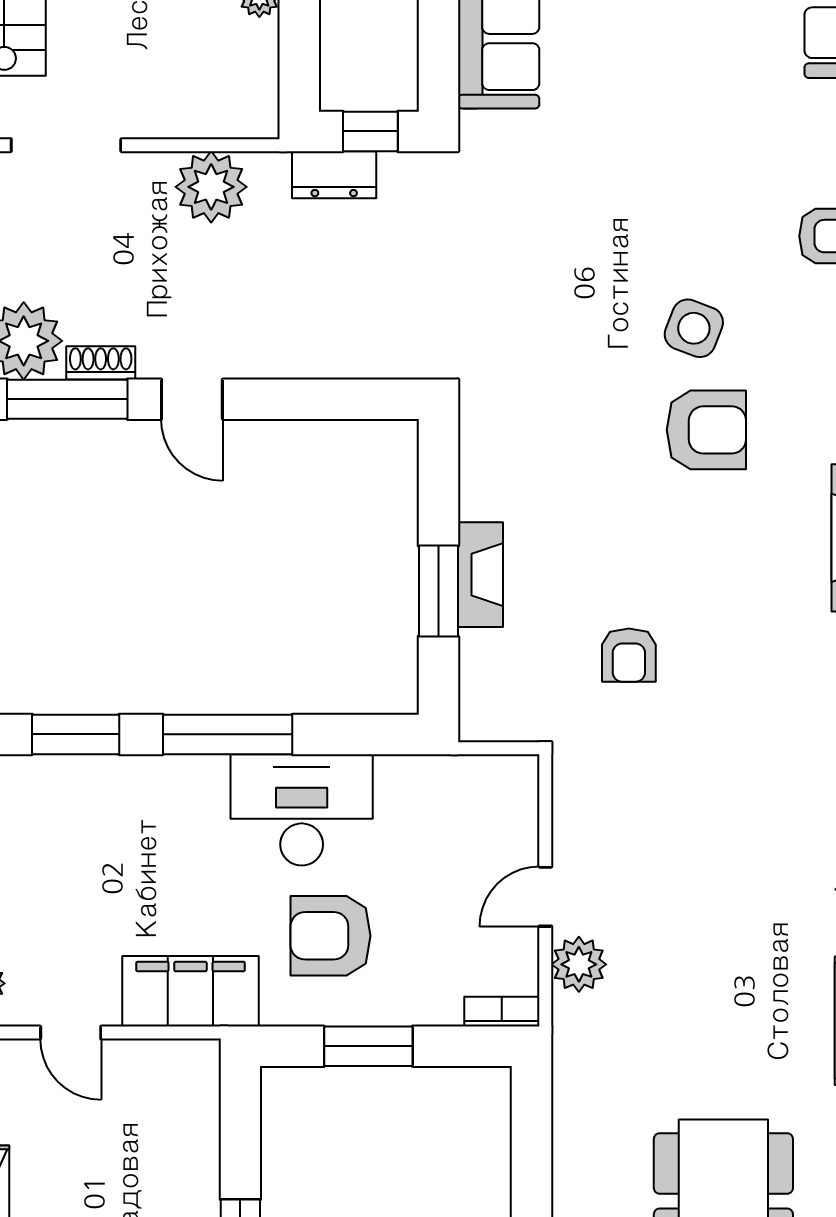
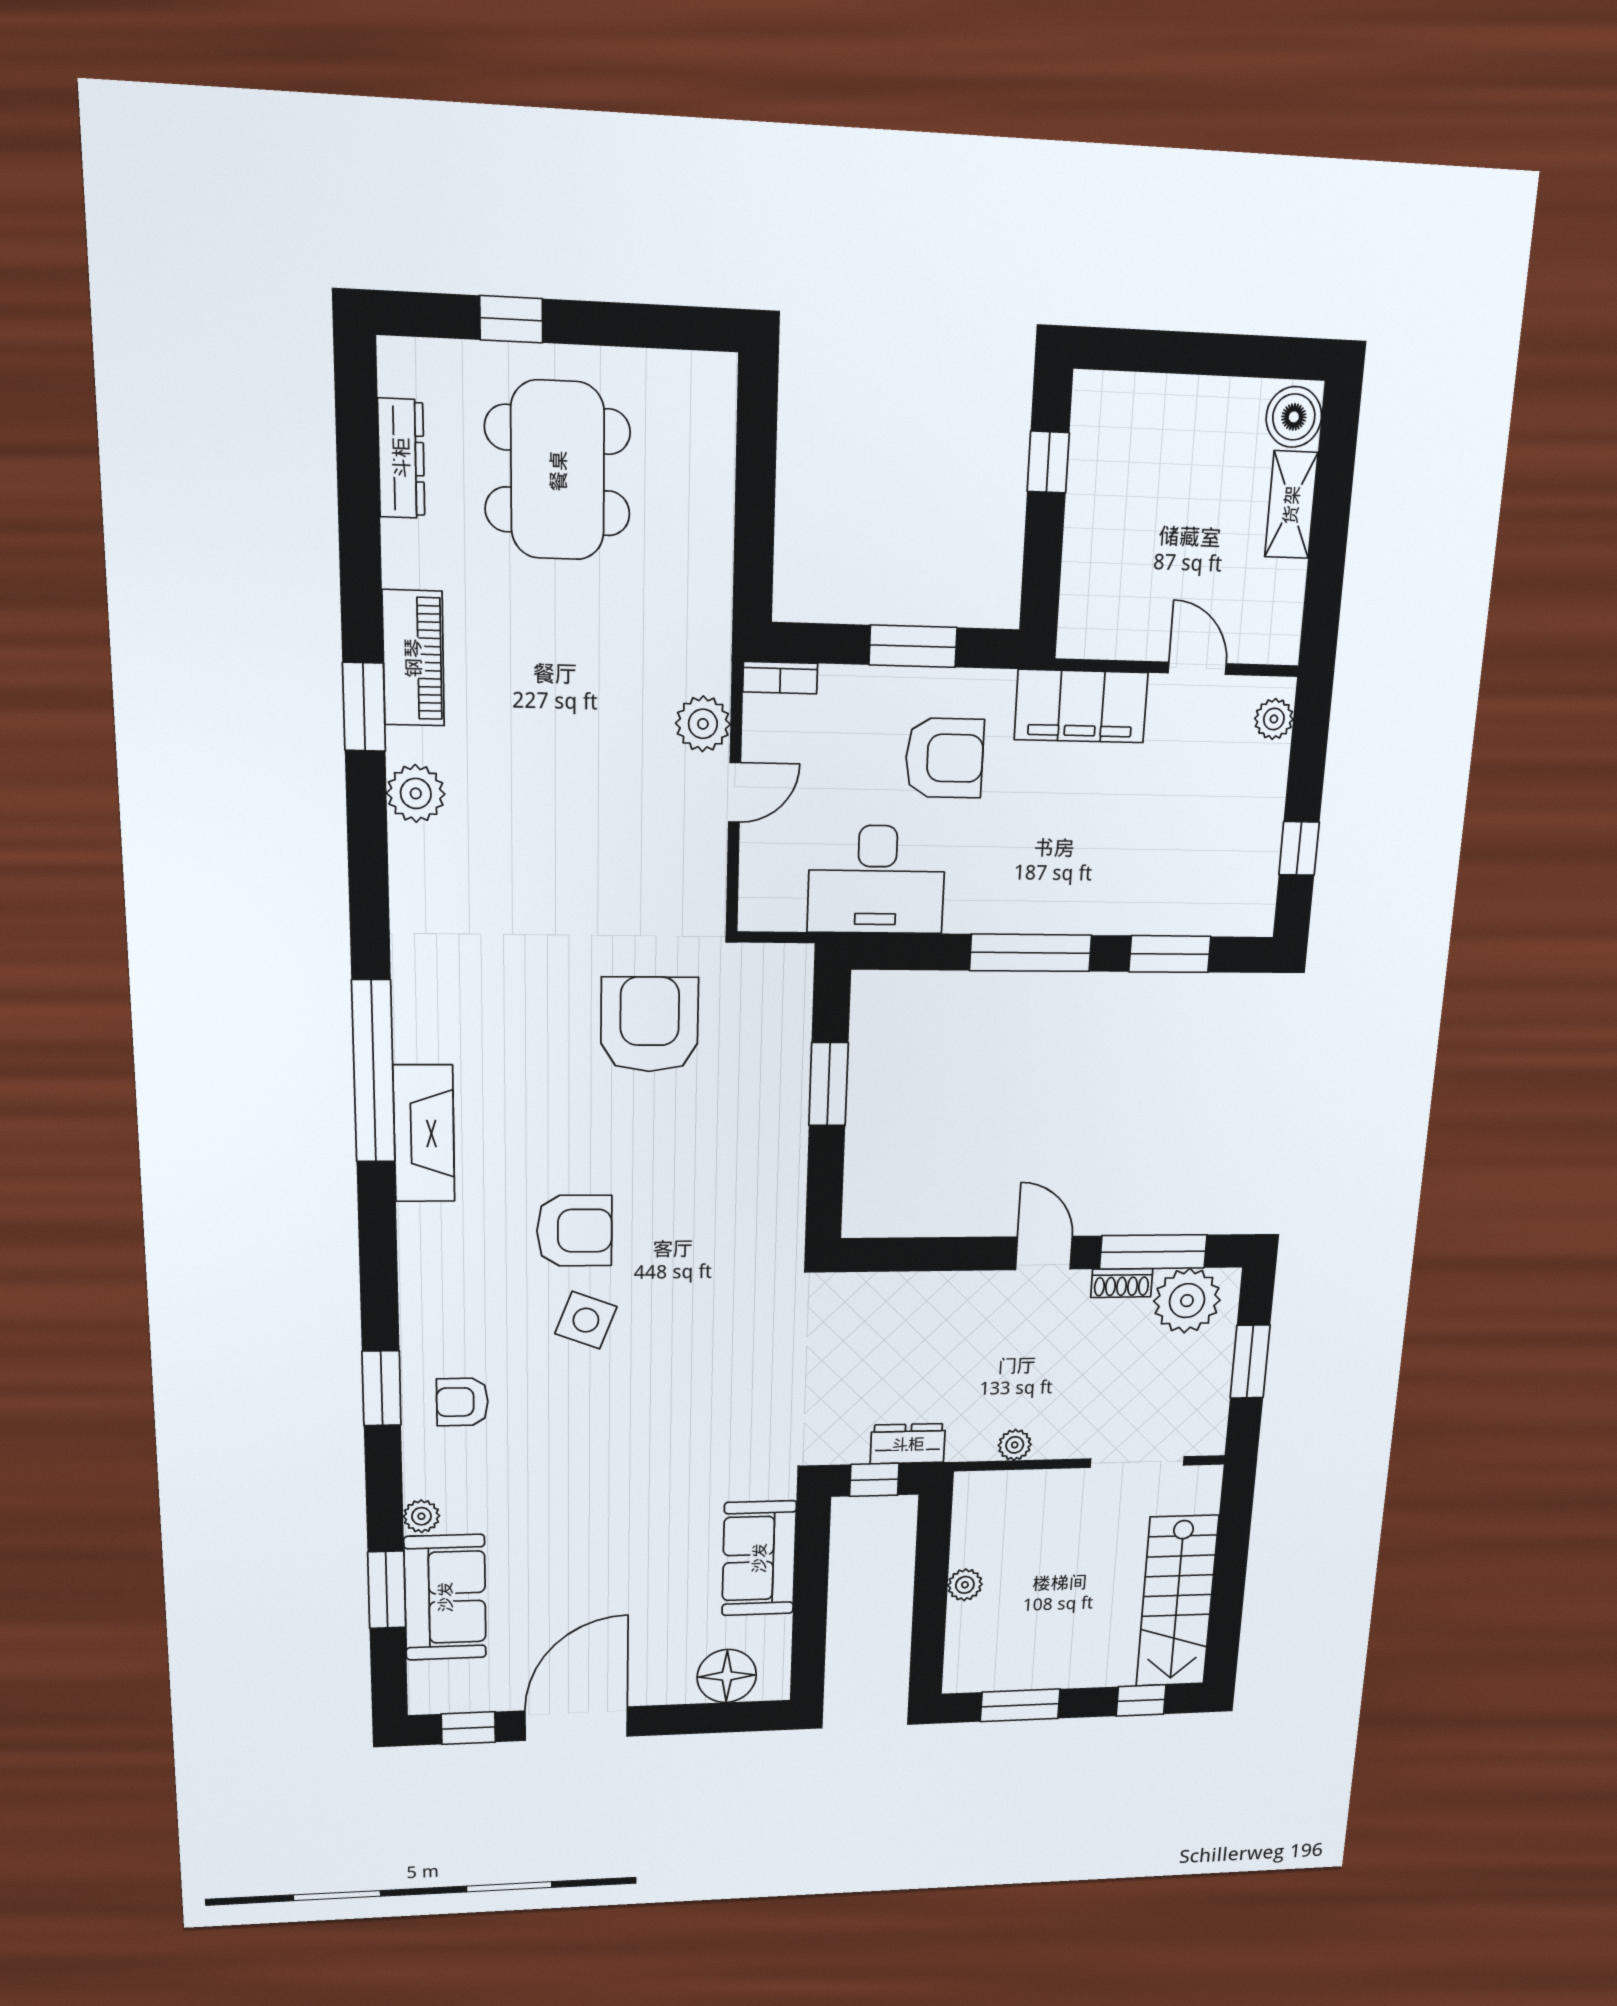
plant: (211, 187) -> (1015, 1445), width x0.53, depth x0.53
armchair: (706, 430) -> (574, 1231), turned 180
fireplace: (480, 575) -> (789, 1099), removed
armchair: (629, 655) -> (650, 1024), width x1.88, depth x1.88
desk: (302, 810) -> (877, 880), moved

